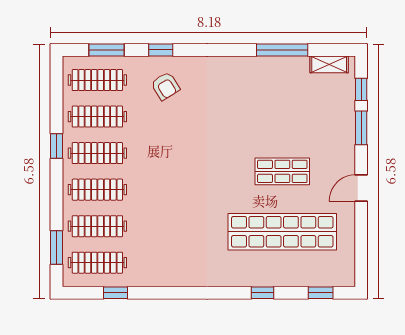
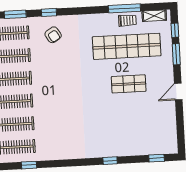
trolley: (286, 70) -> (127, 20), added
shop shelf: (282, 232) -> (127, 46), moved
window: (262, 293) -> (110, 161), moved

